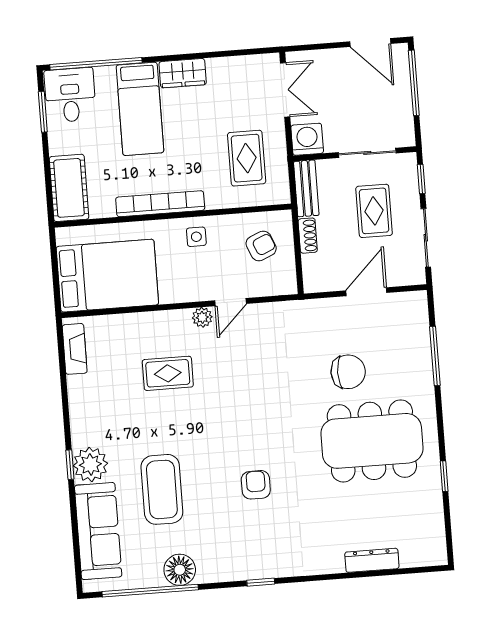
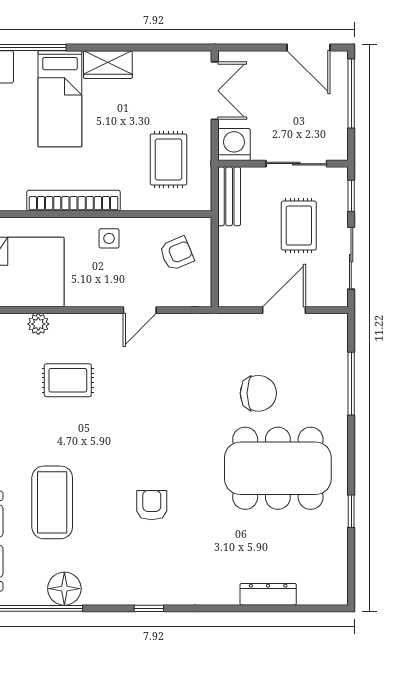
shoe rack: (308, 236) -> (227, 246), removed
plant: (202, 317) -> (38, 324), moved

